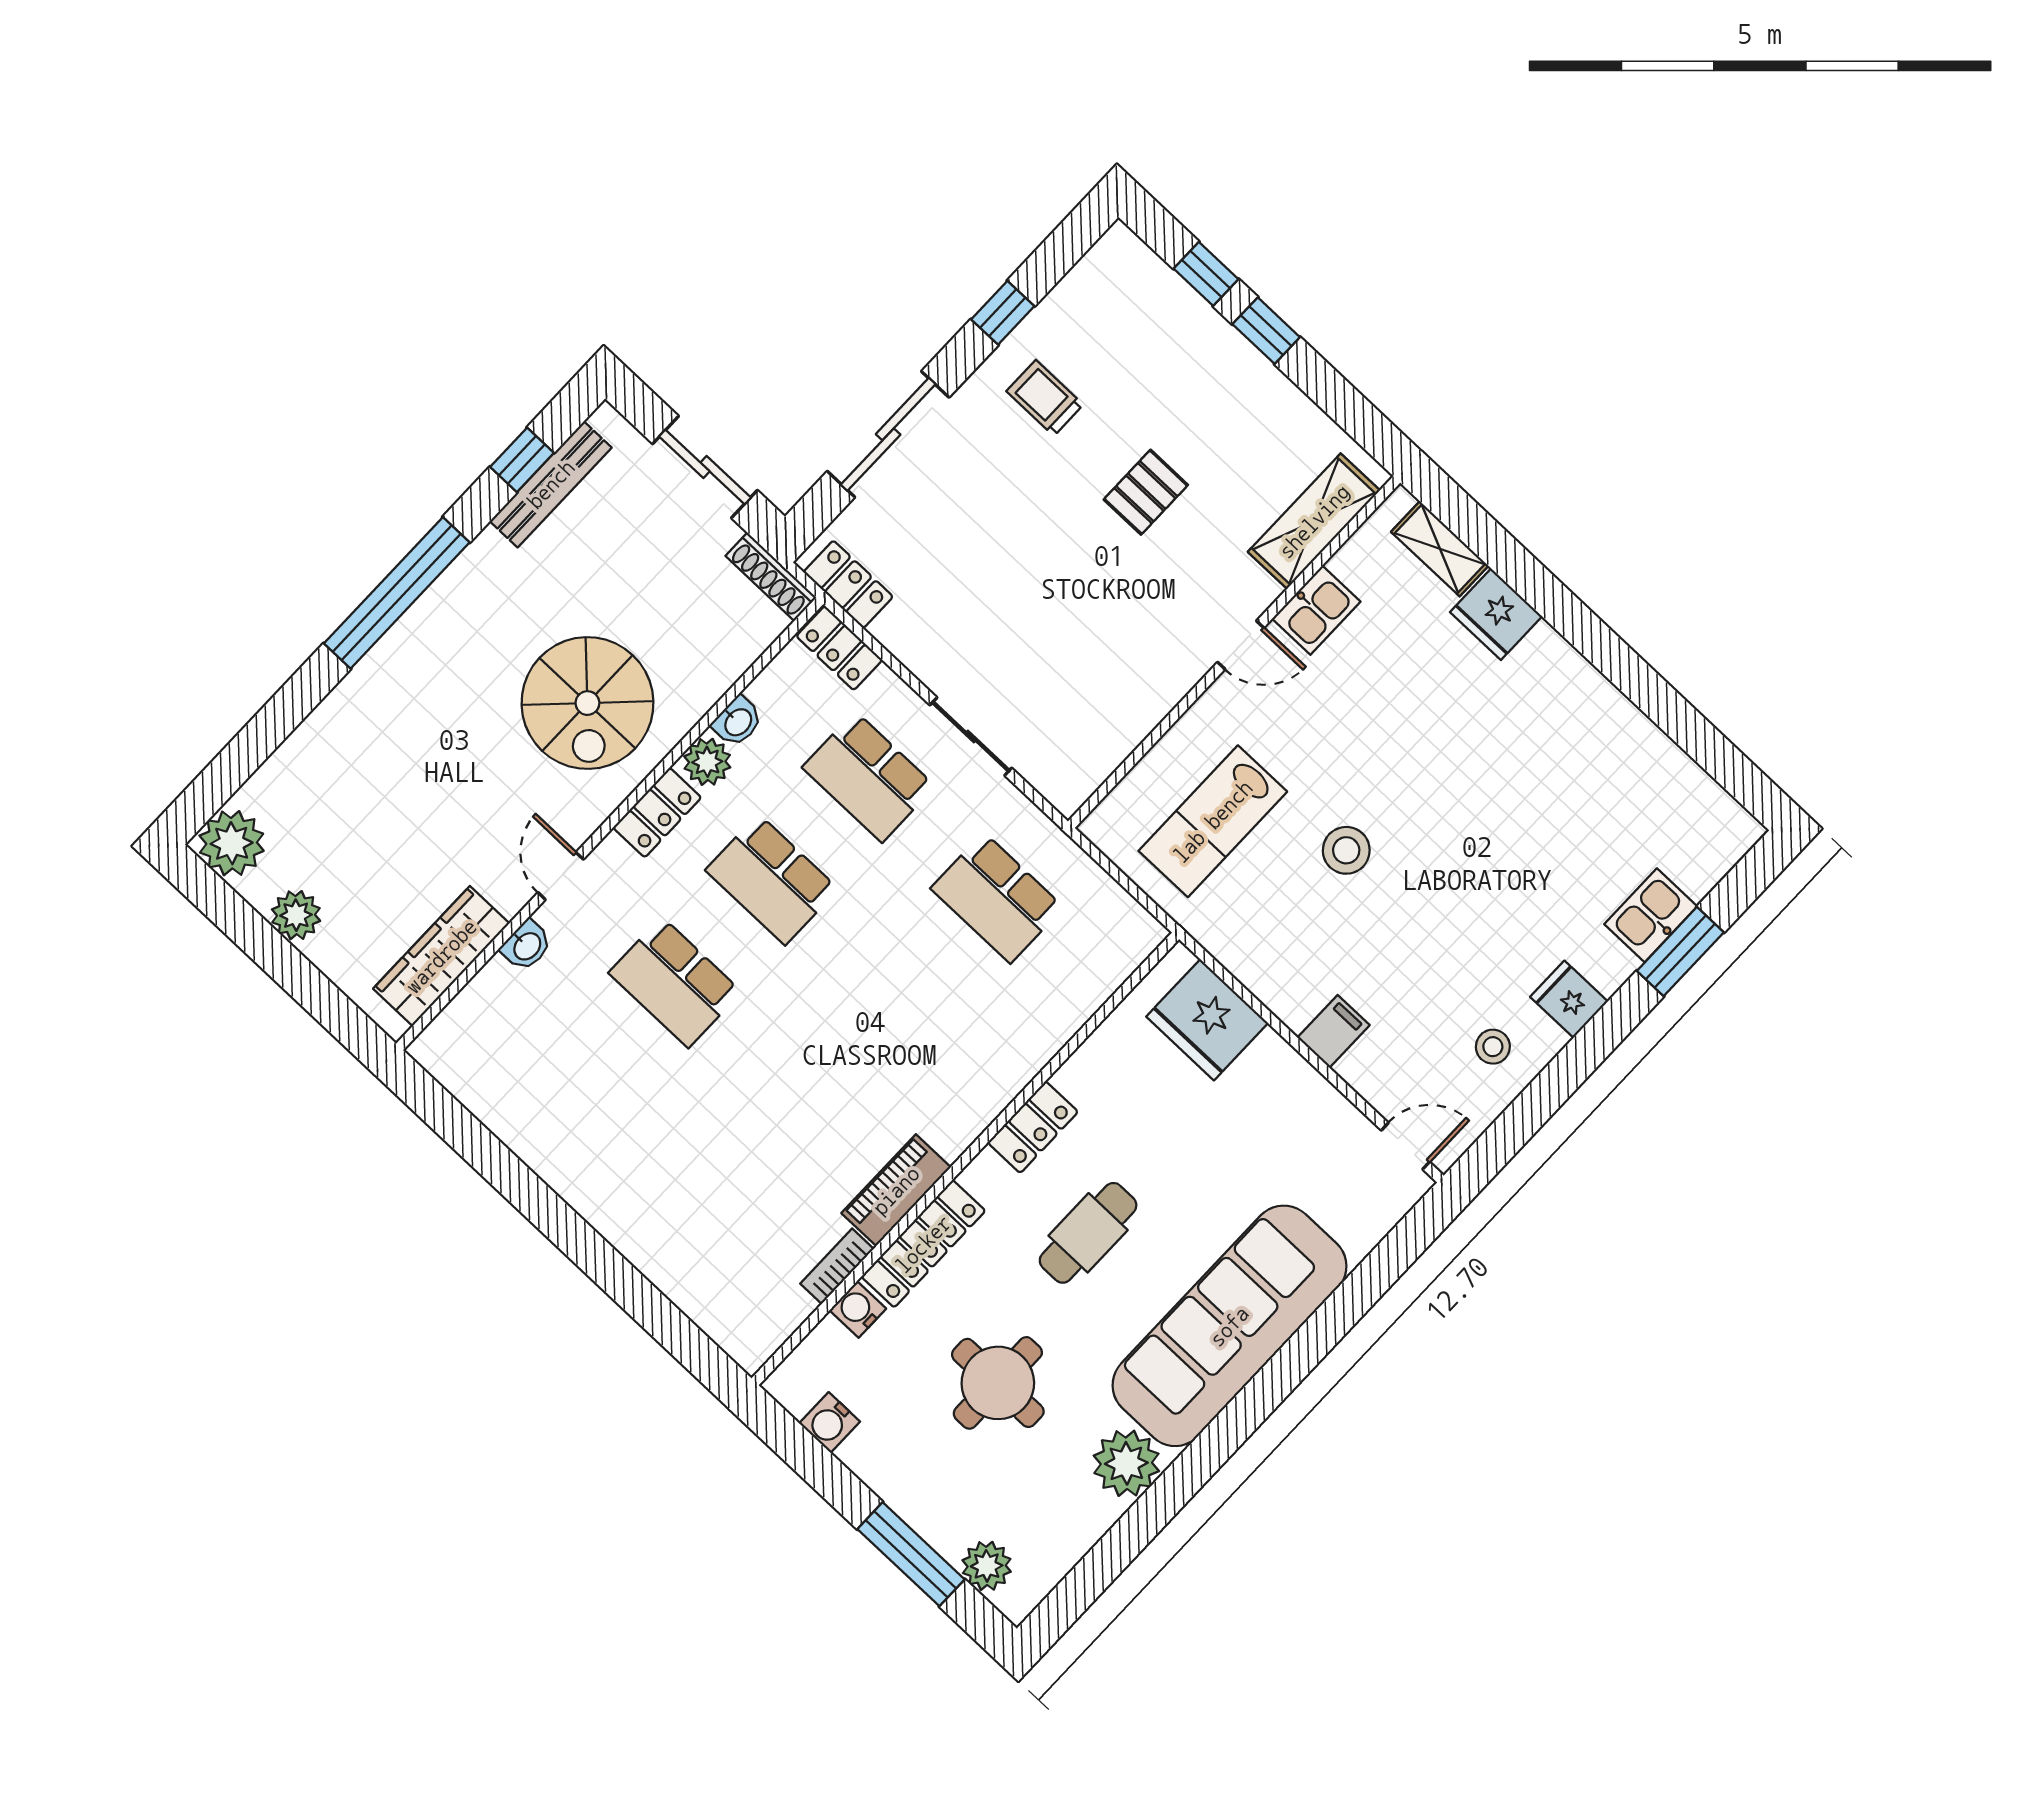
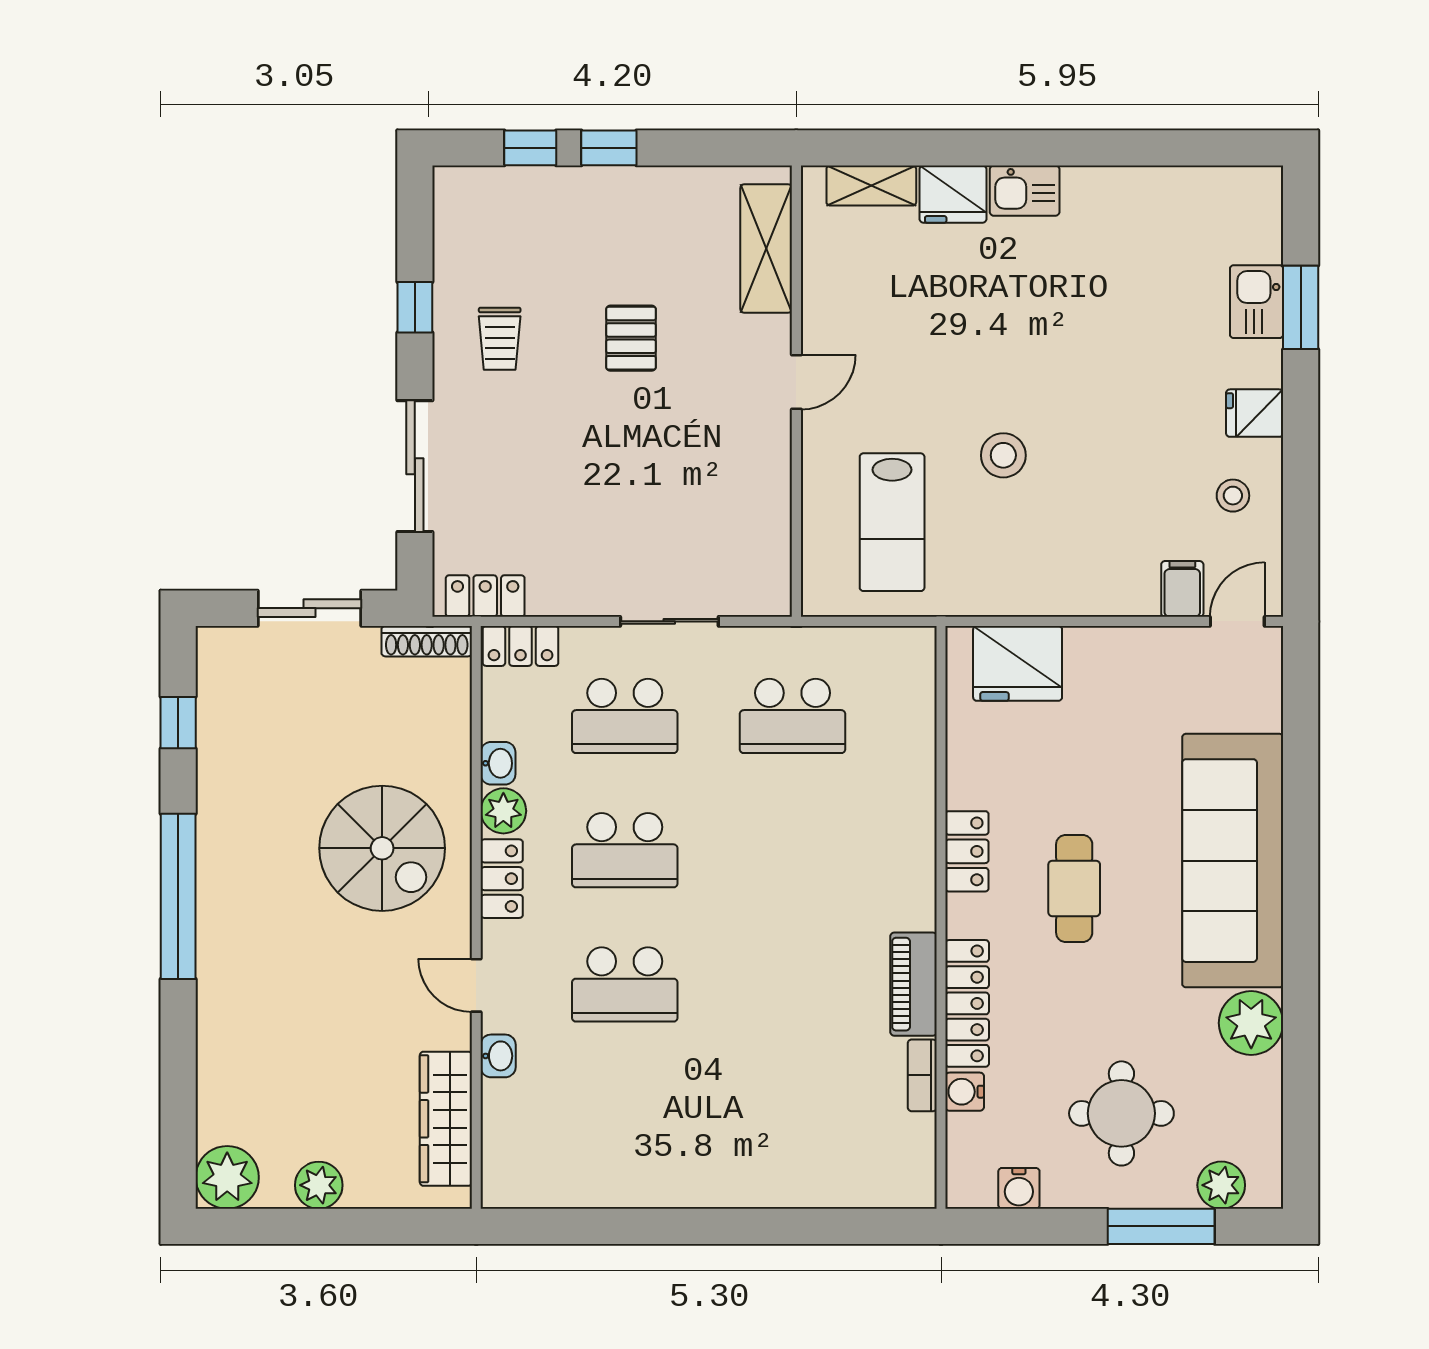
trolley: (1045, 398) -> (500, 339), turned -90
bench: (551, 484) -> (214, 721), removed
kitchen sink: (1316, 610) -> (1025, 191), moved, turned 90
filing cabinet: (1333, 1031) -> (1182, 589), moved
round table: (998, 1383) -> (1121, 1113), moved

